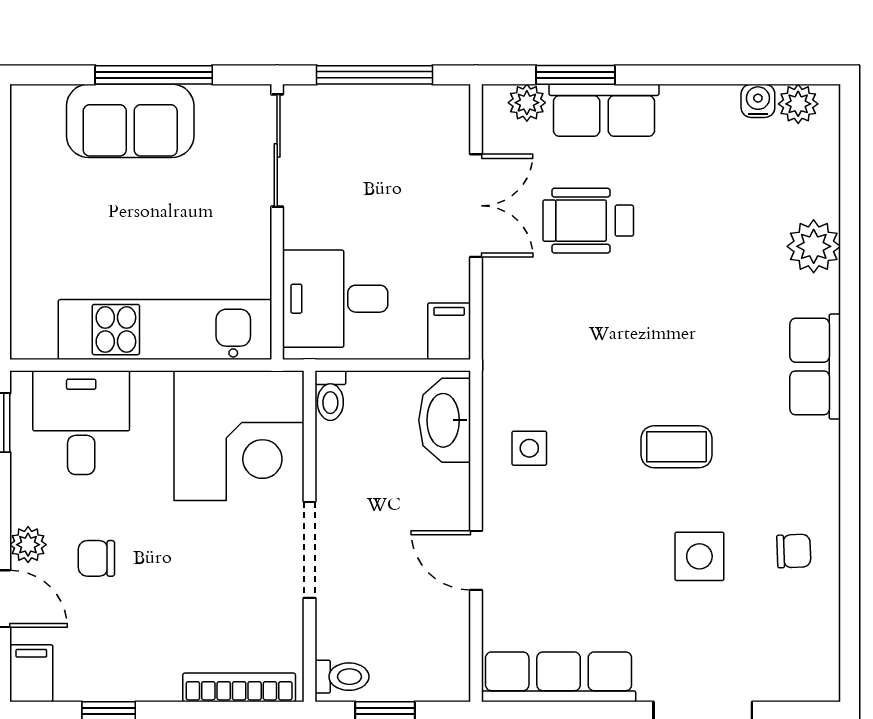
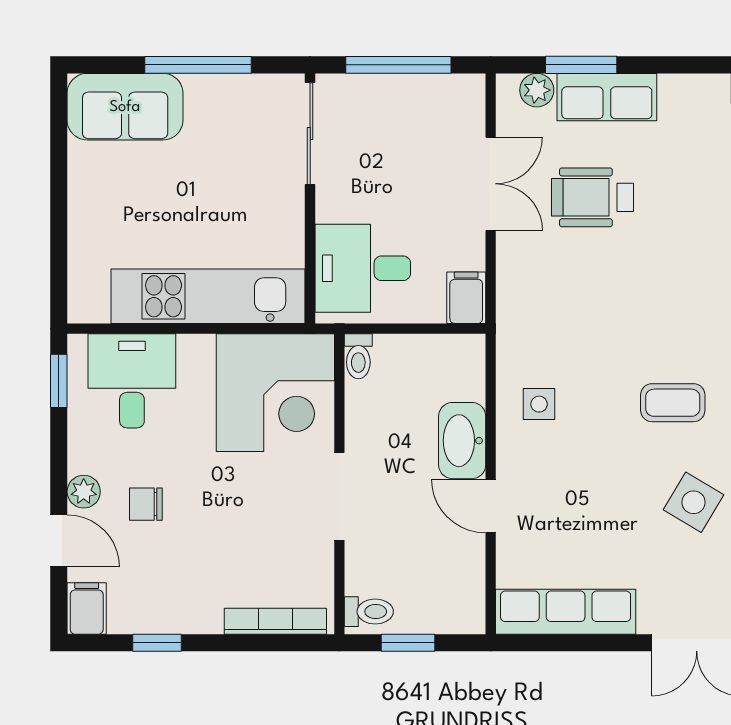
sofa: (130, 121) -> (125, 107), moved
washbasin: (445, 420) -> (462, 441), moved
side table: (699, 556) -> (694, 502), turned 31

